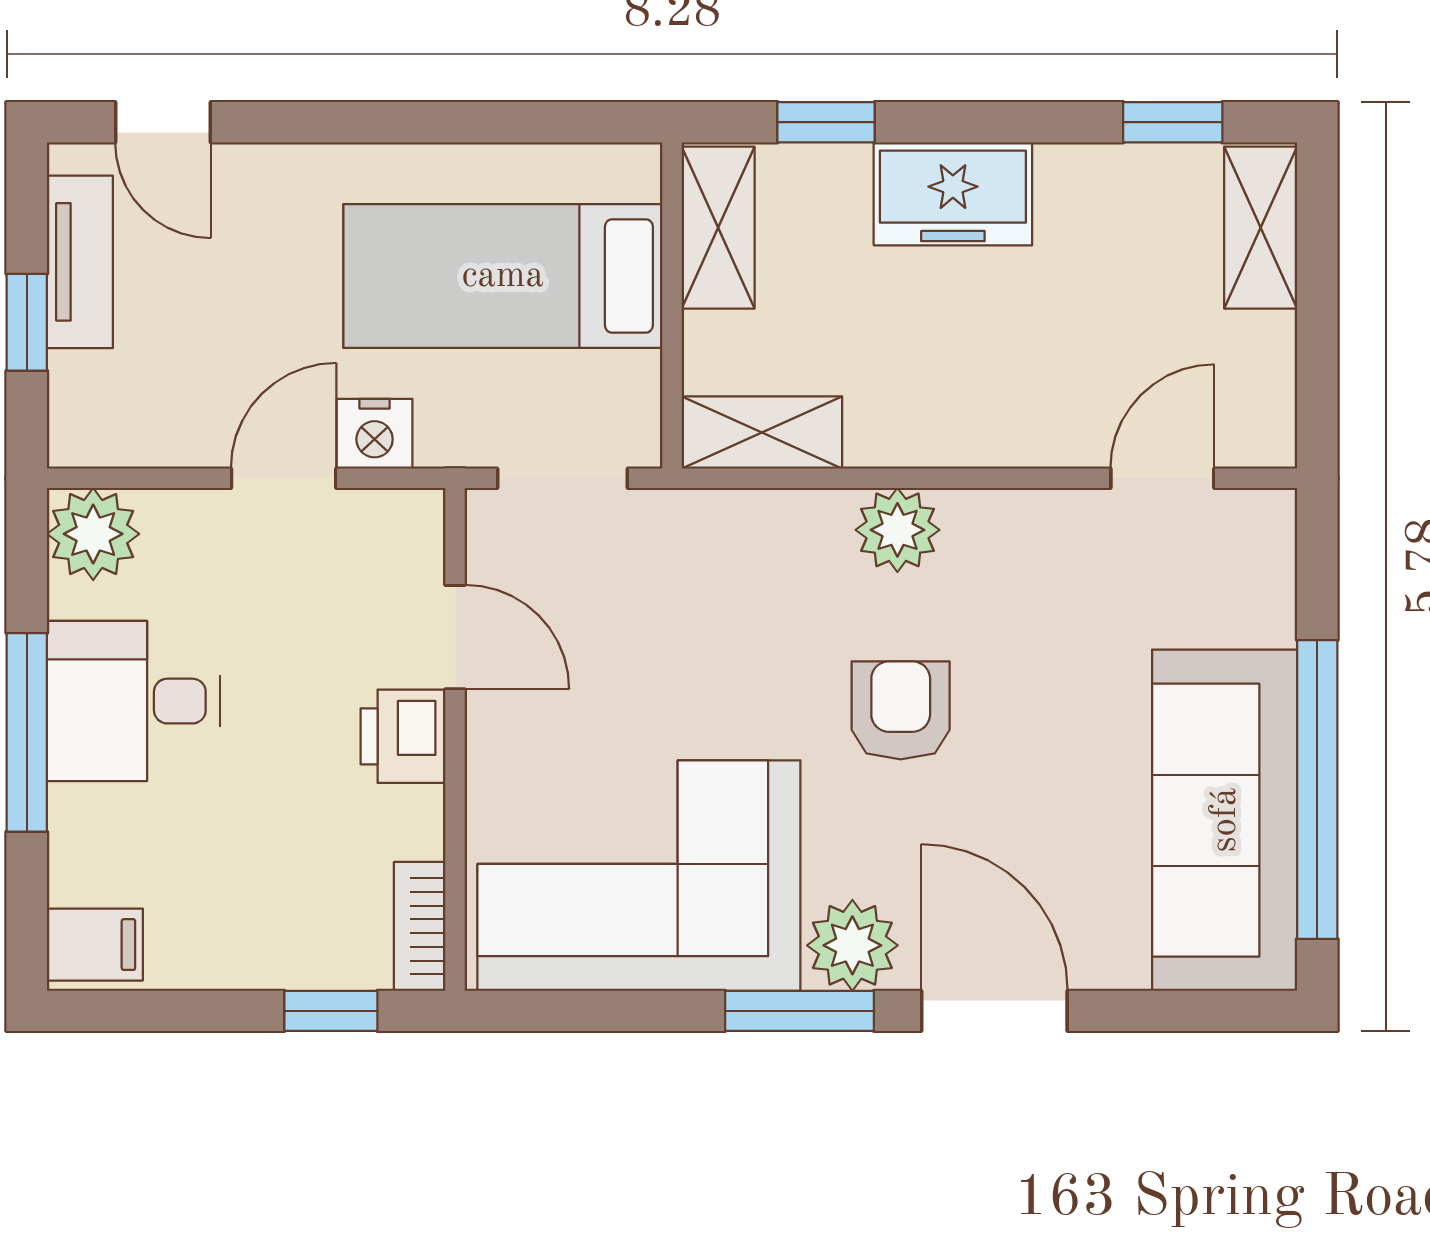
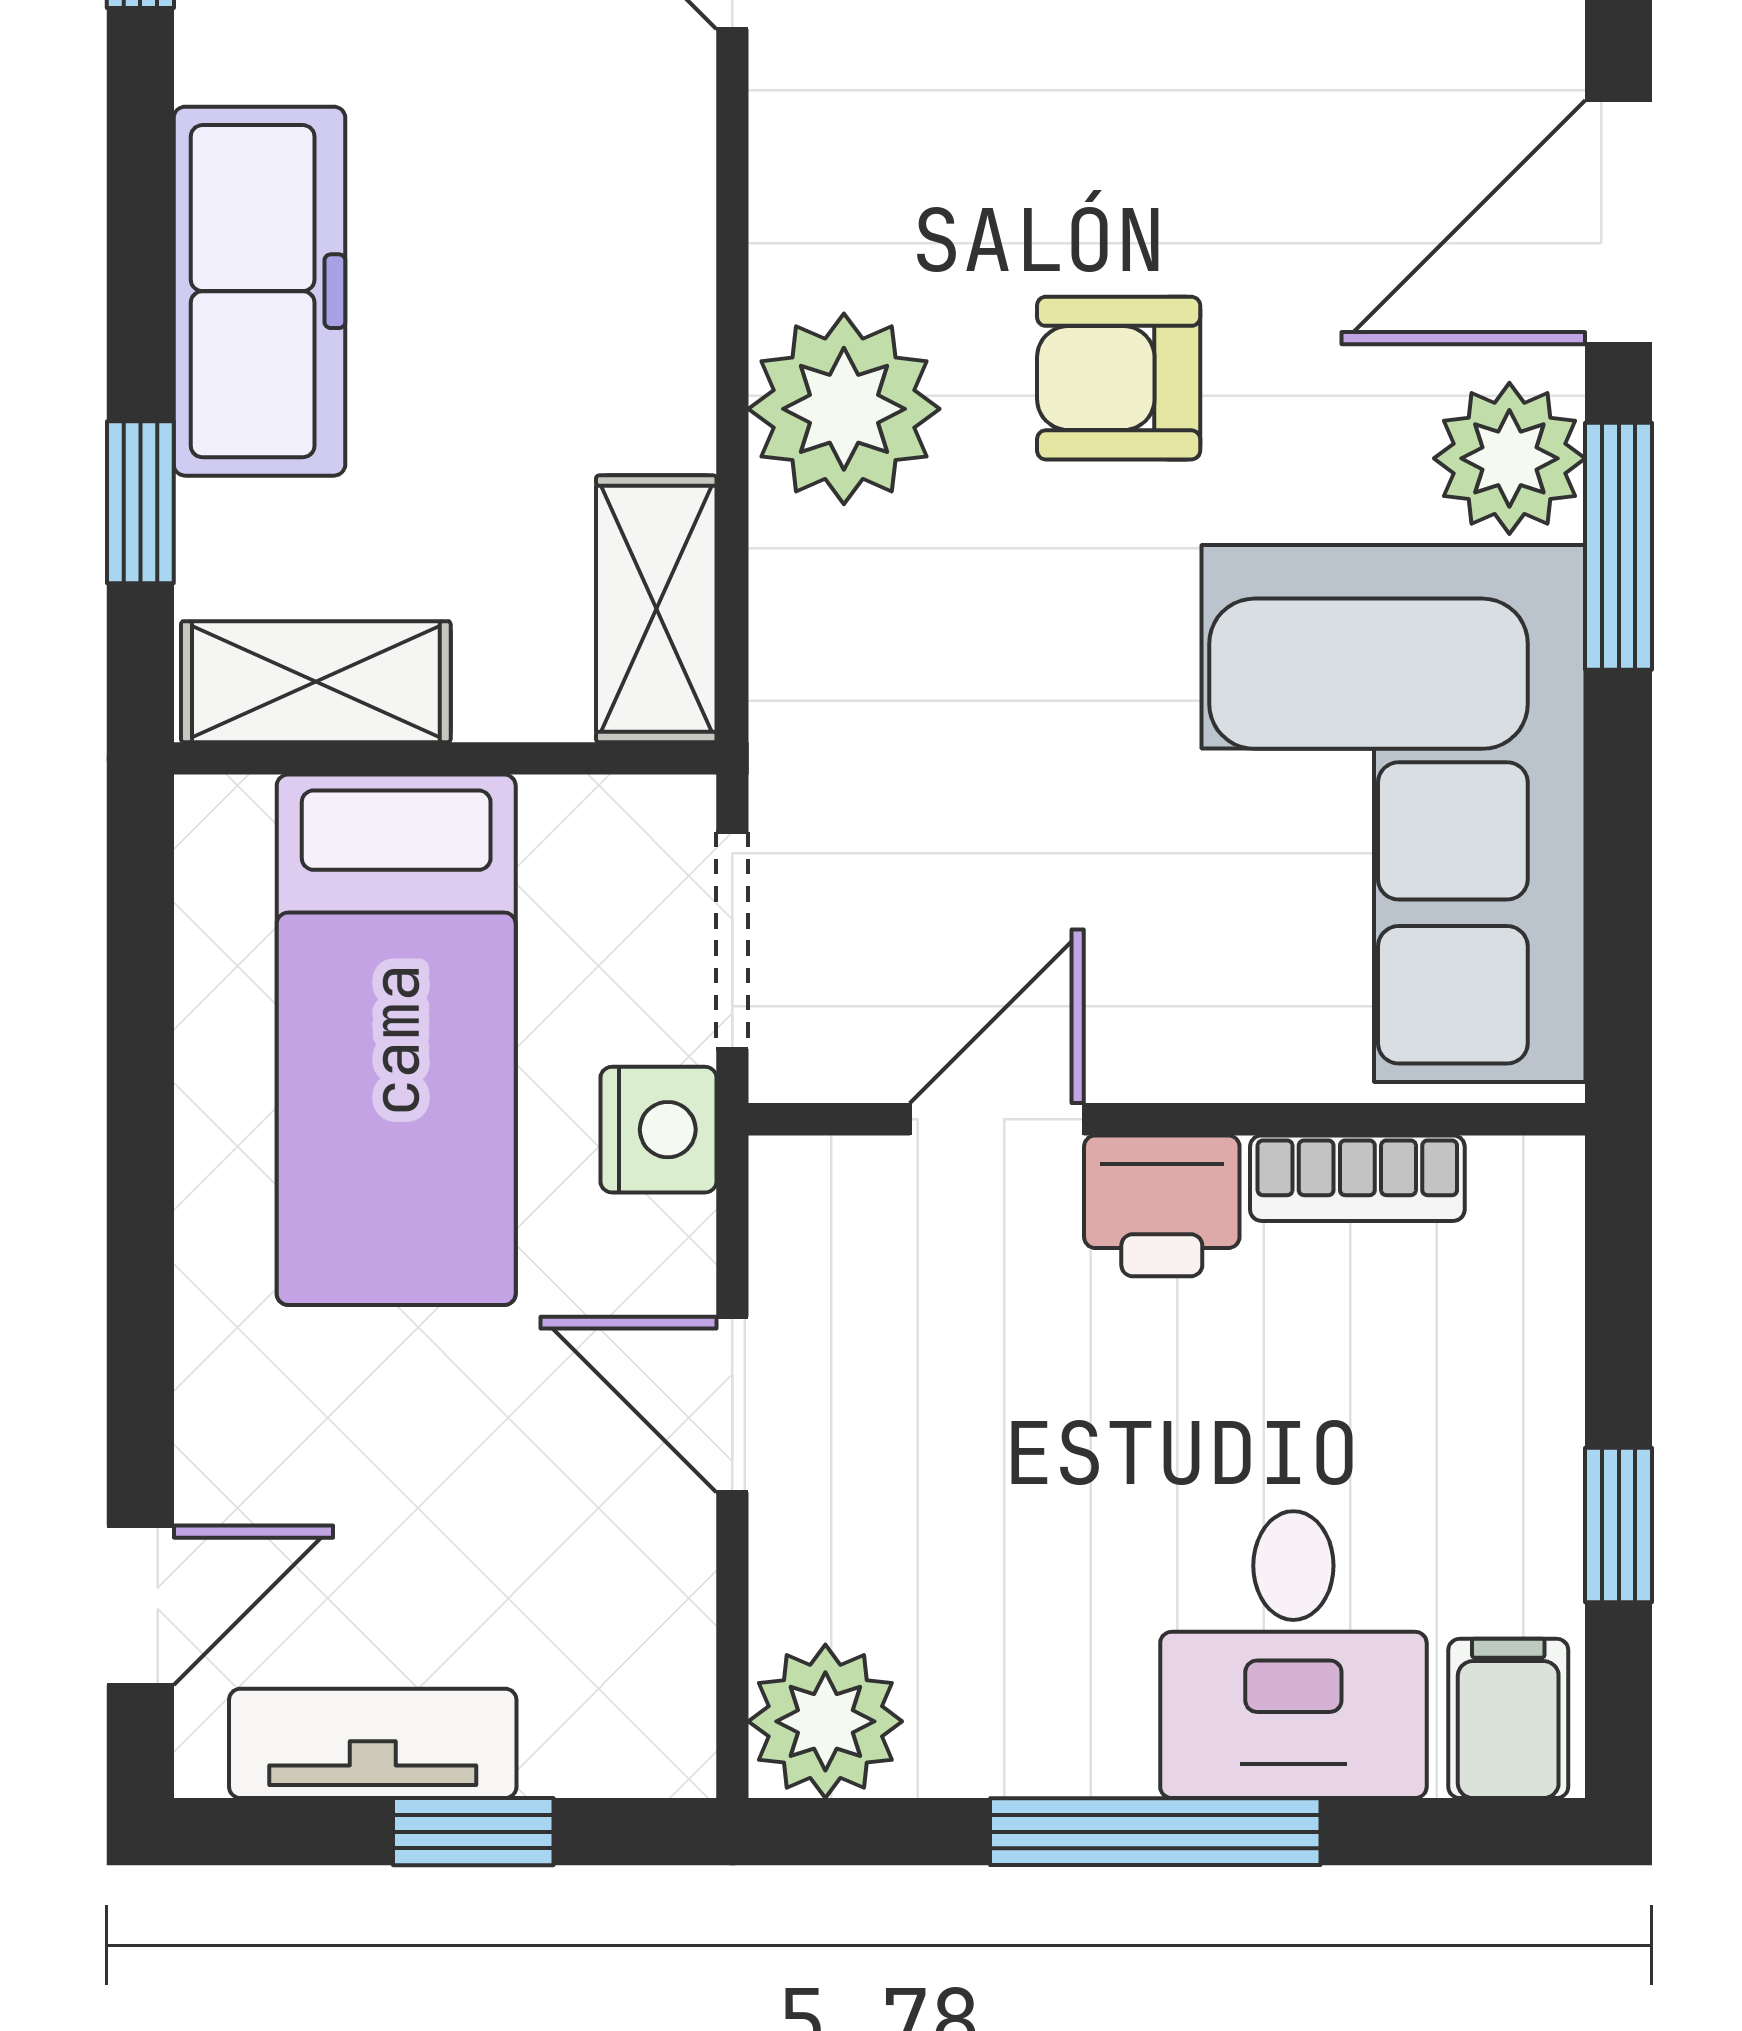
freezer: (953, 194) -> (259, 291), width x1.40
nightstand: (375, 434) -> (658, 1130), moved
plant: (897, 530) -> (844, 409), width x1.36, depth x1.36
desk: (133, 701) -> (1293, 1655), moved
bookcase: (420, 926) -> (1357, 1178), moved
window: (331, 1011) -> (1619, 1525), moved

